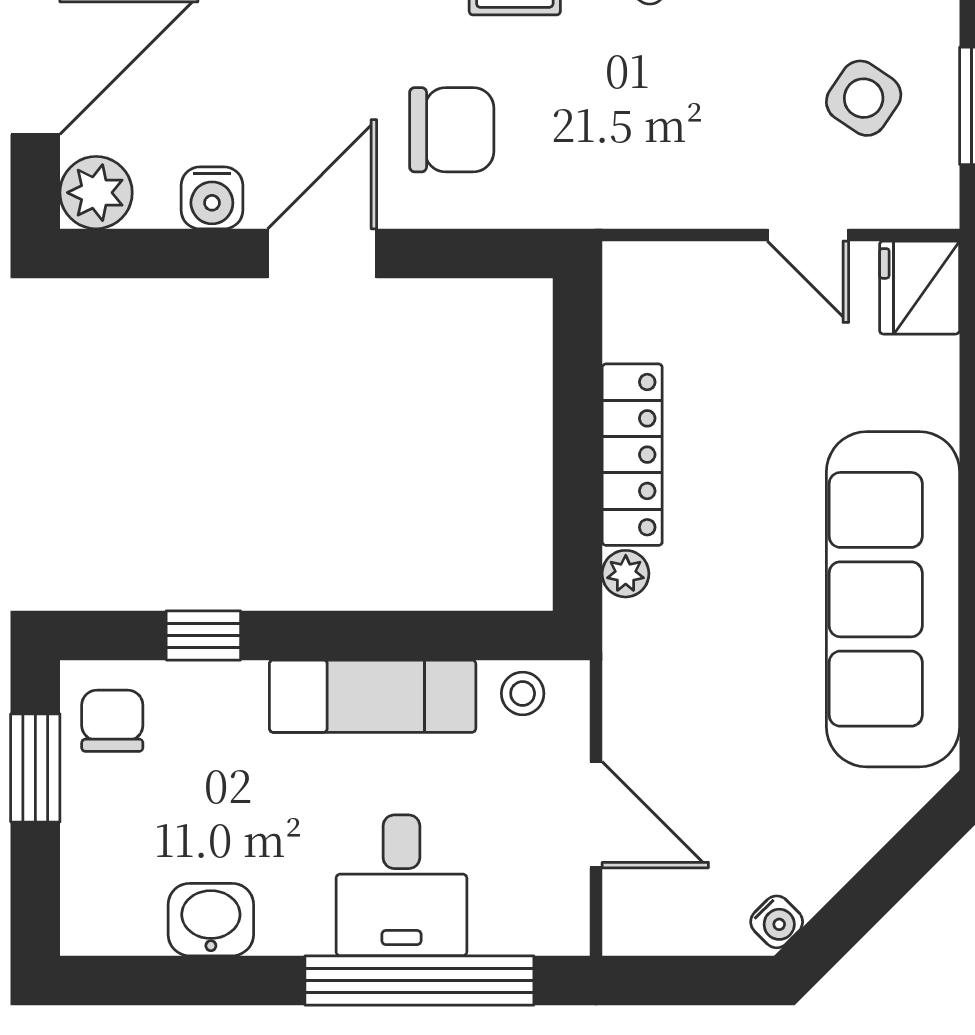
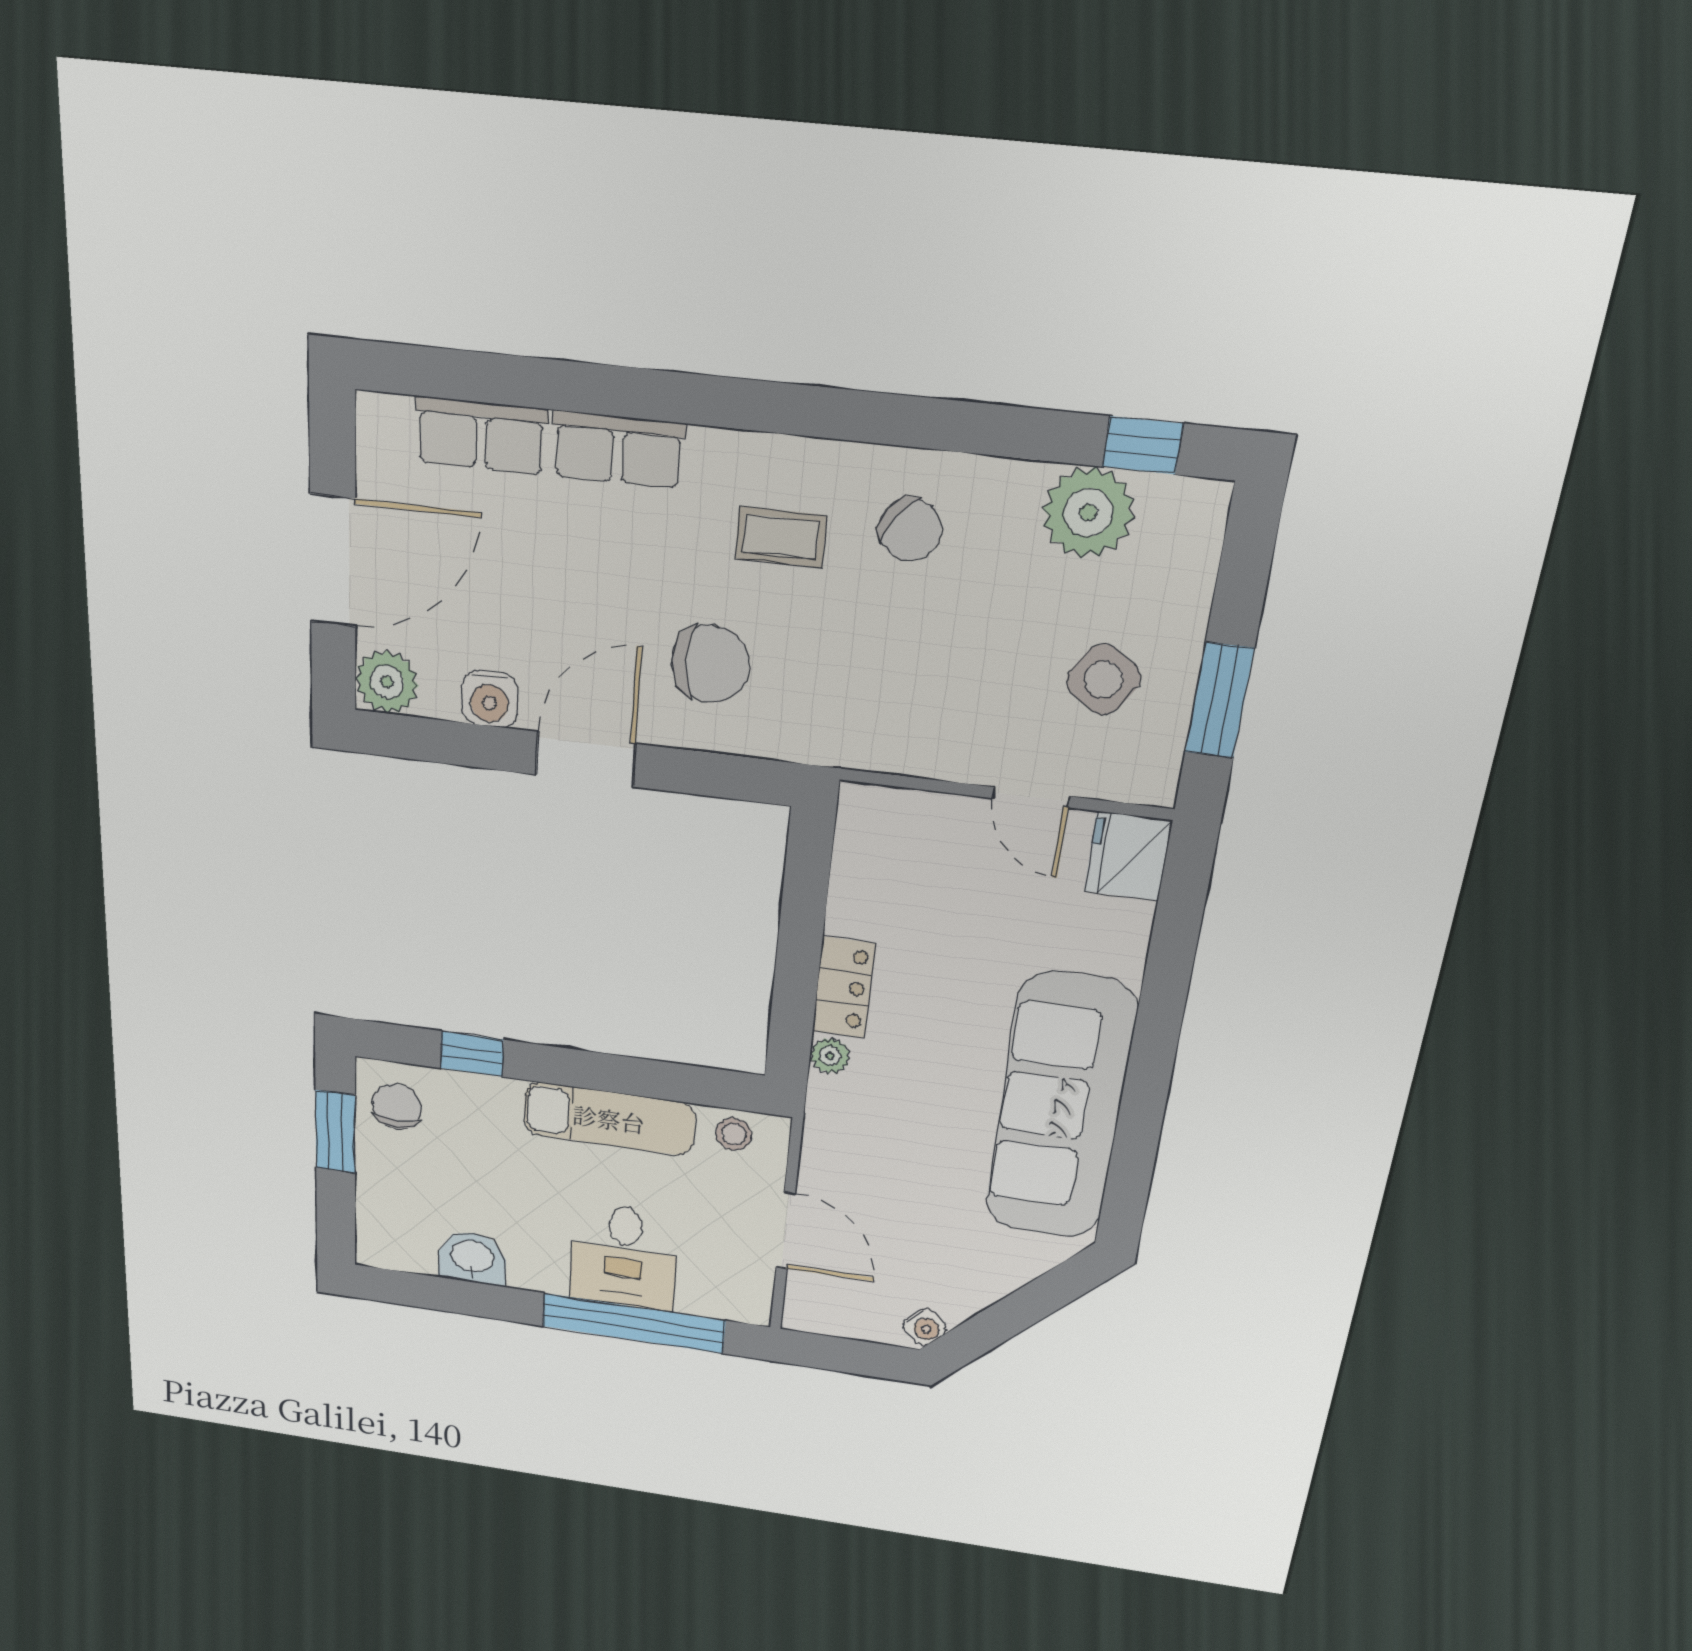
locker: (632, 455) -> (844, 988), width x0.66

